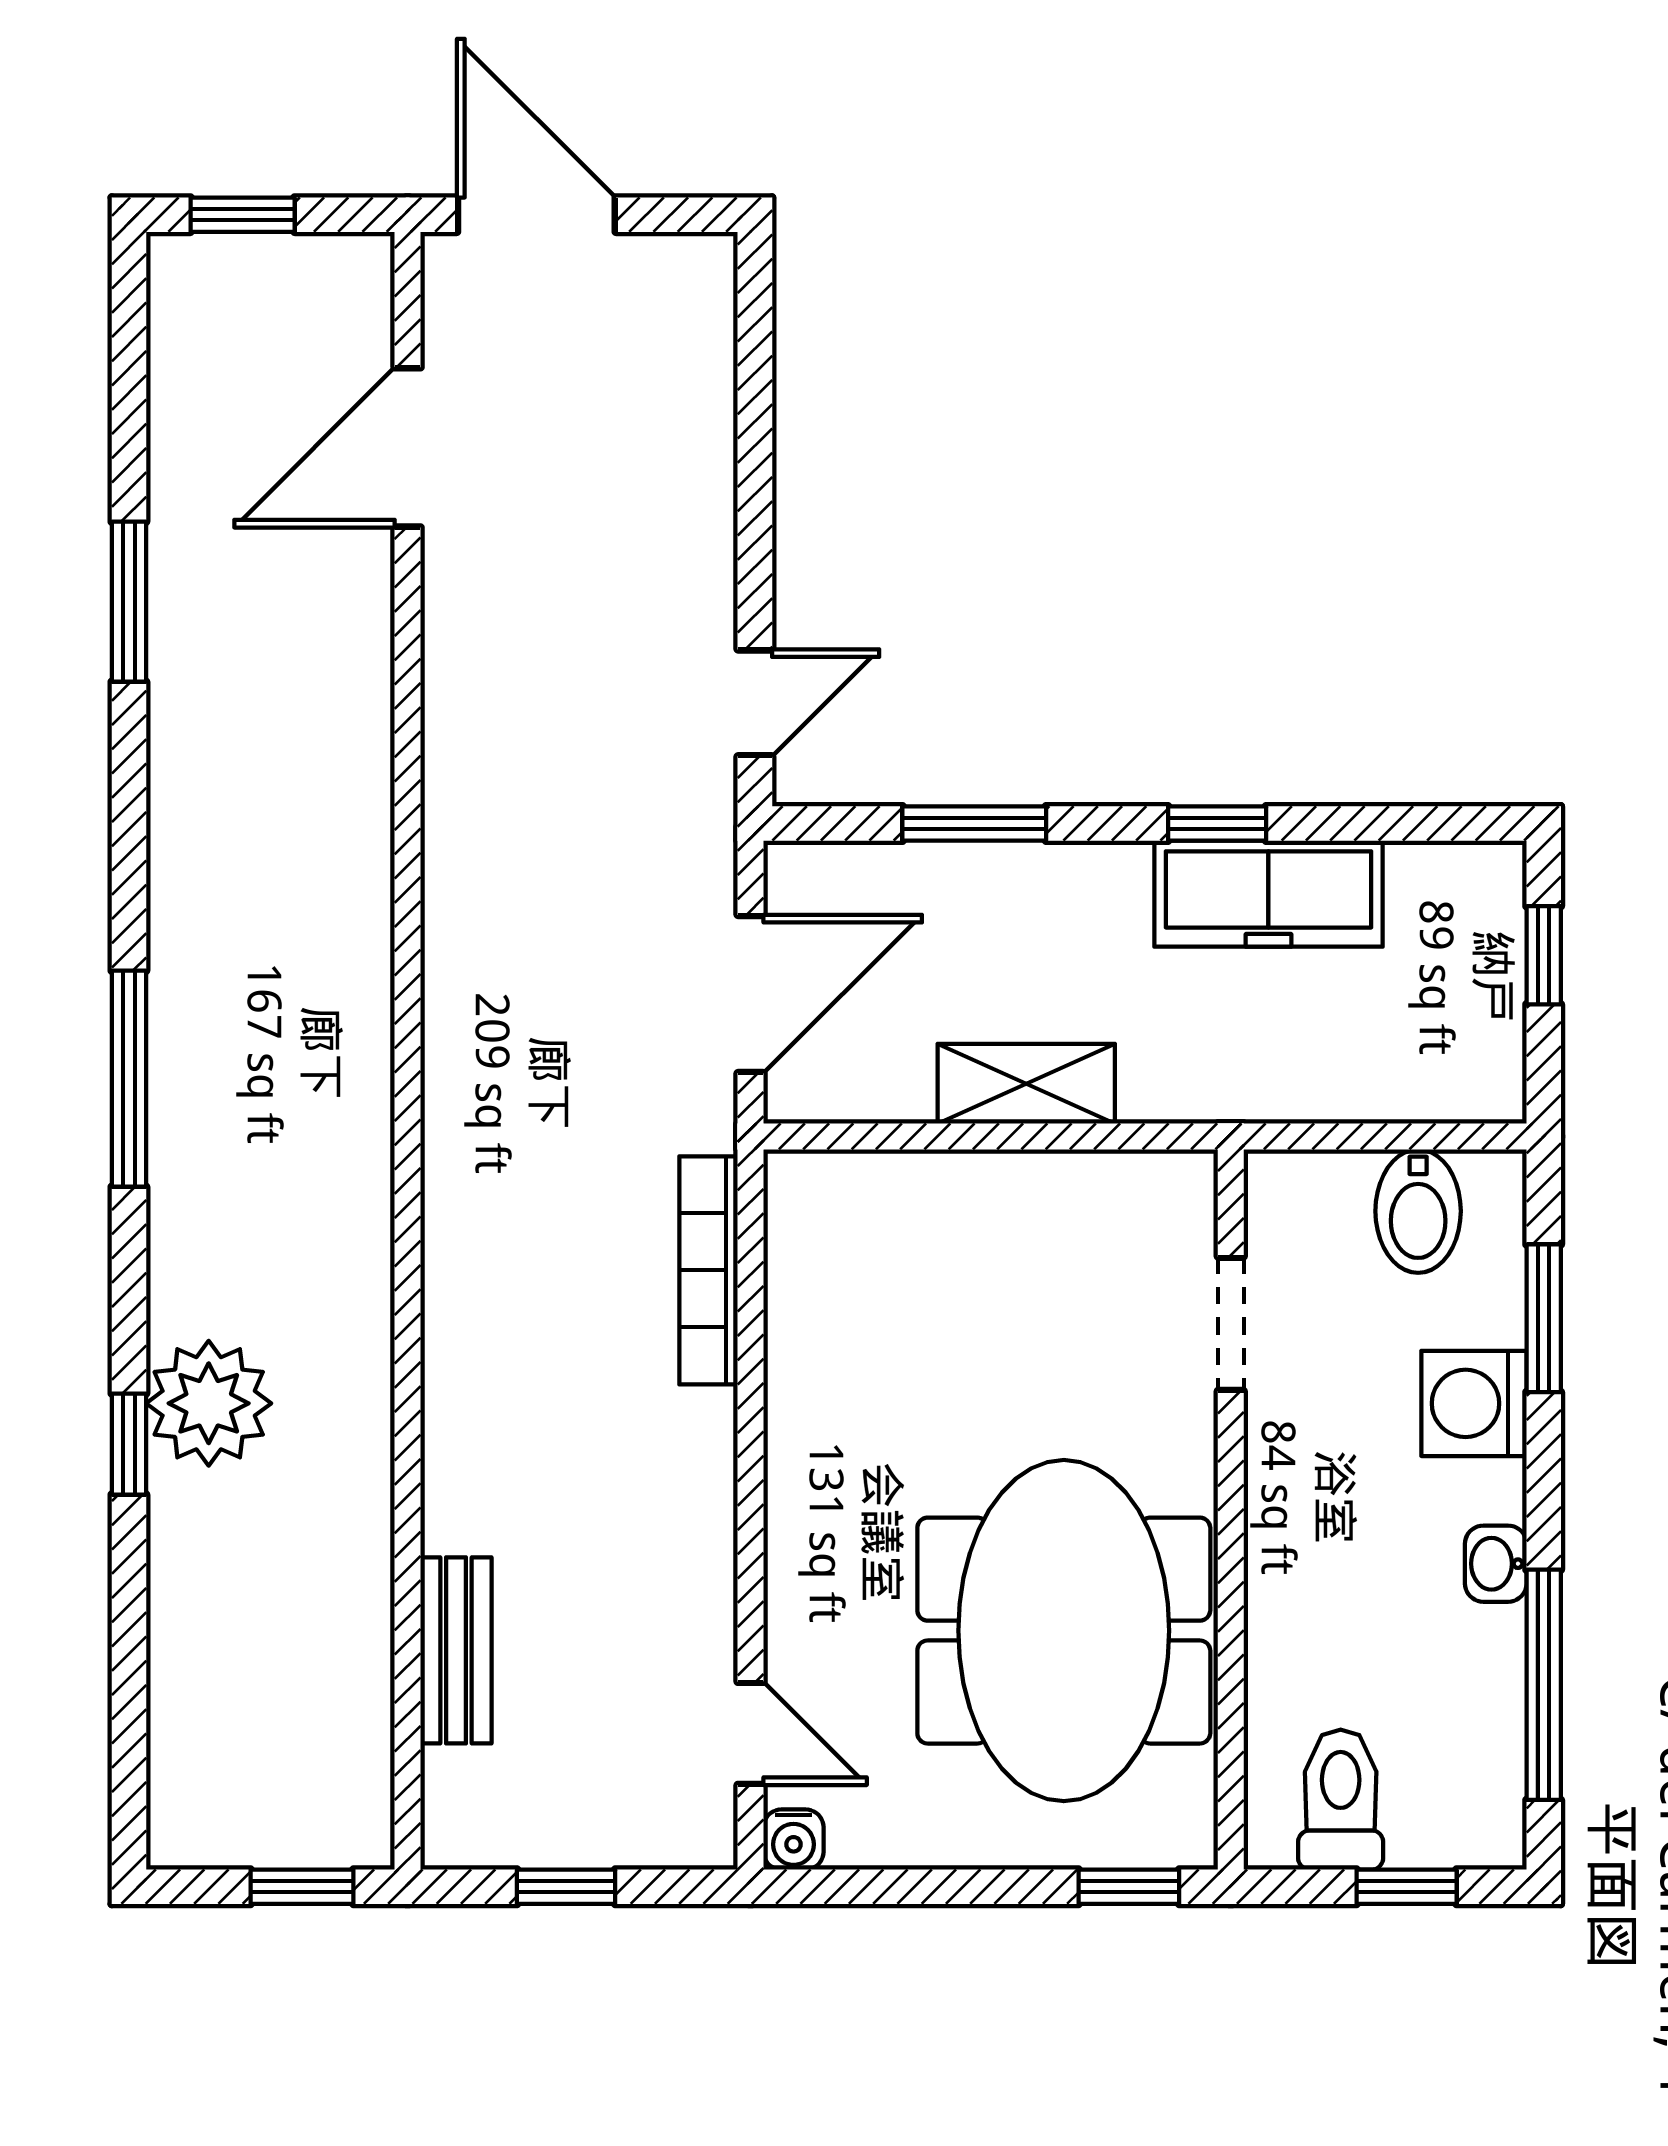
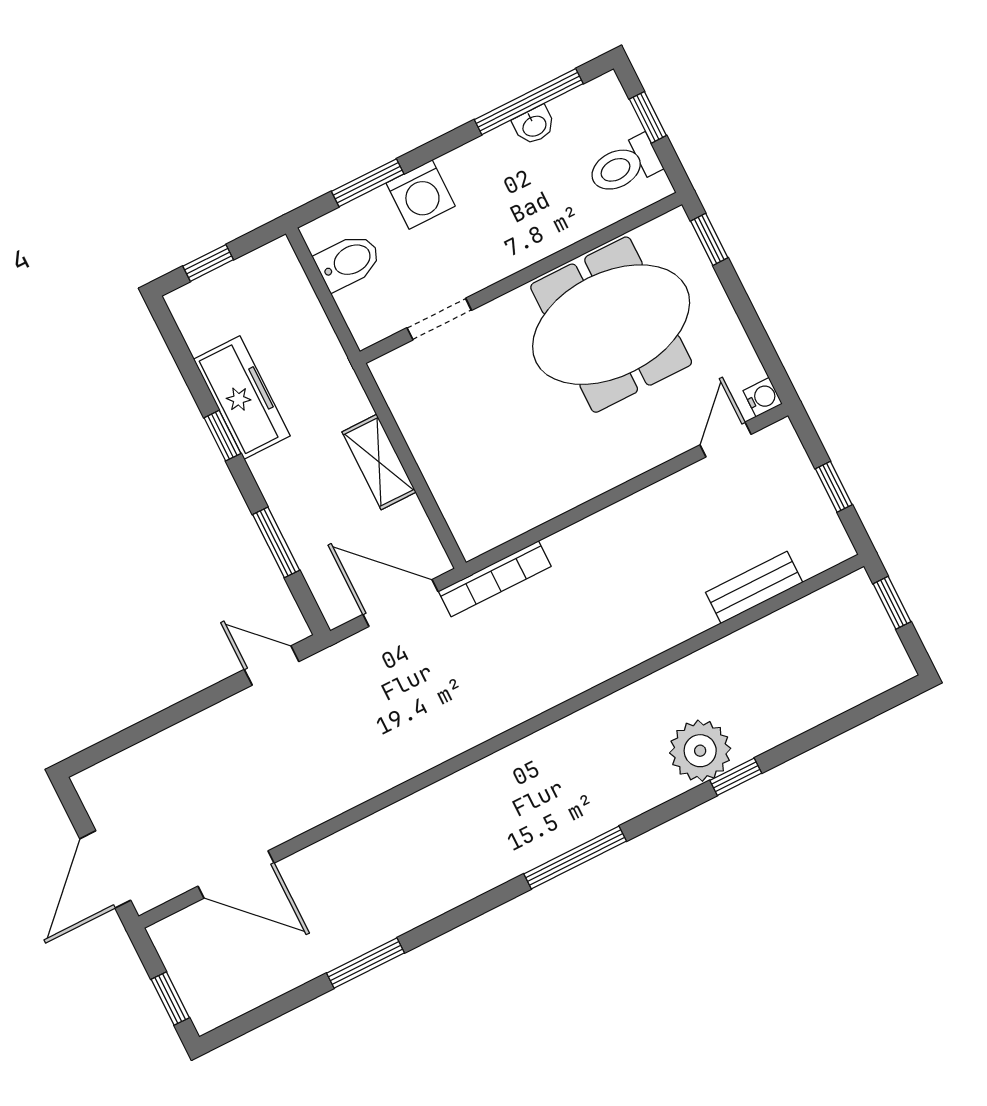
bookcase: (709, 1270) -> (495, 579), moved
washbasin: (1496, 1564) -> (534, 125), moved

